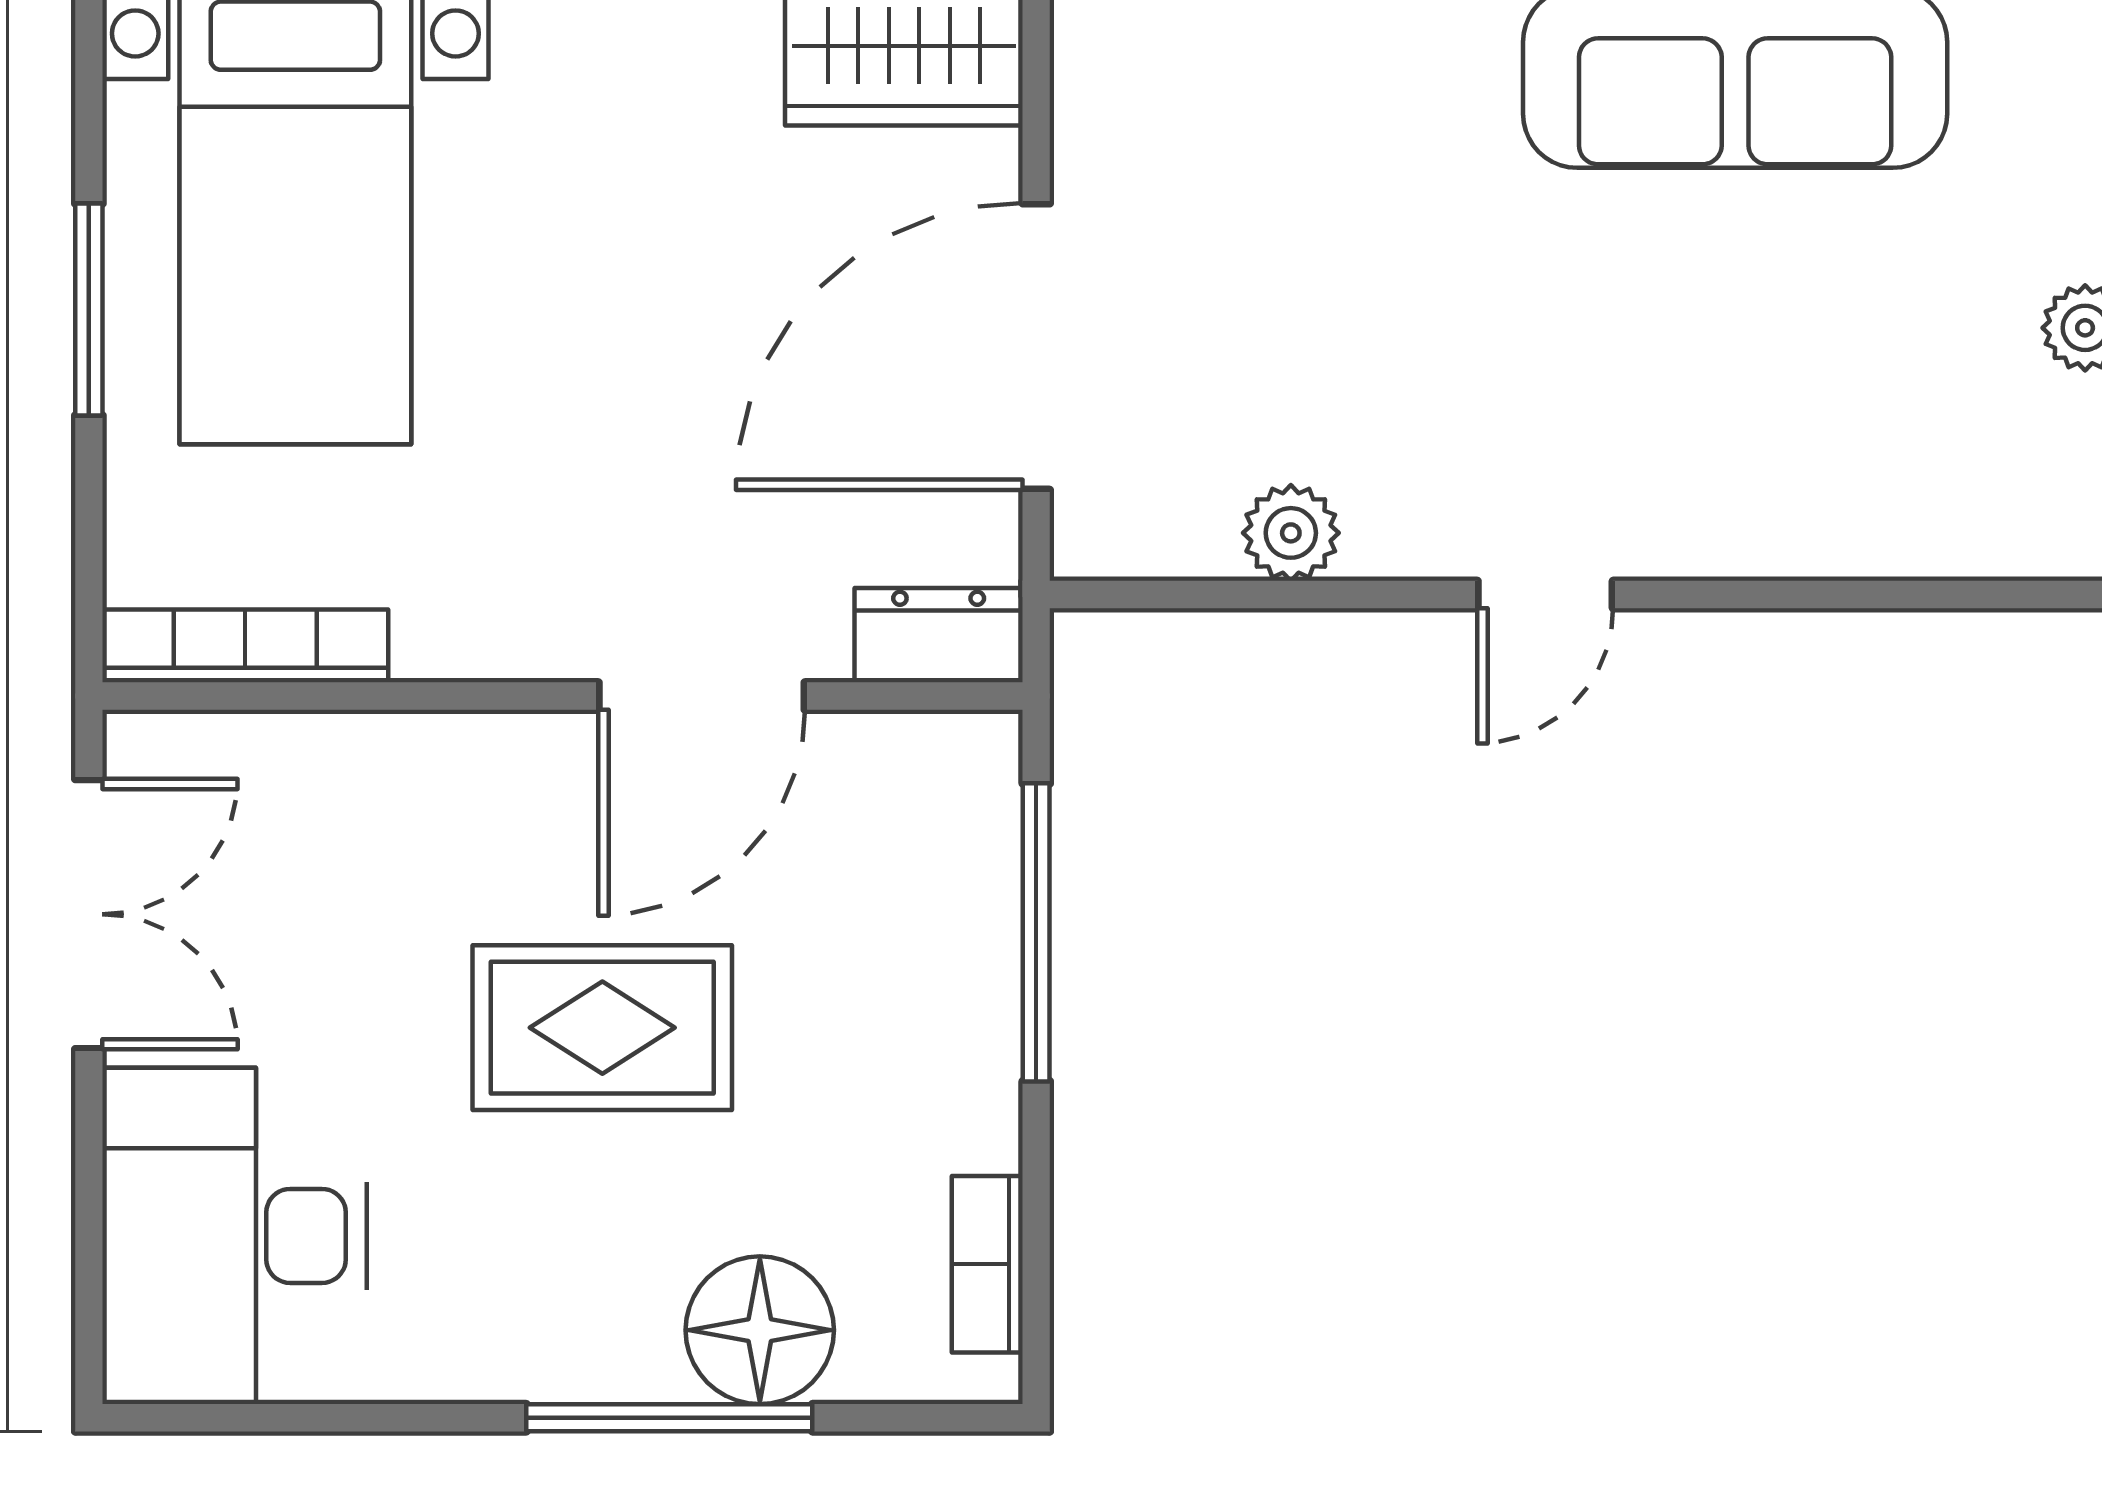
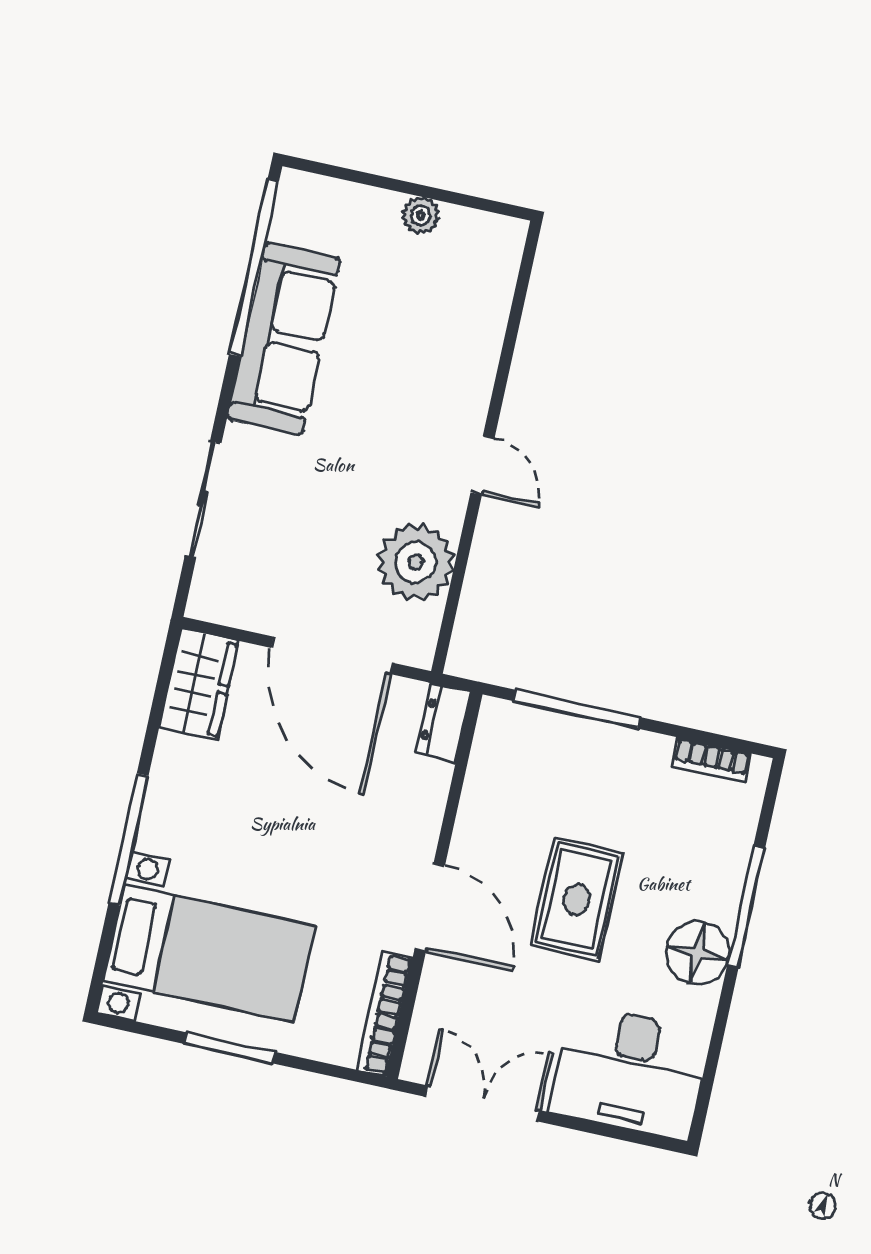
plant: (1291, 533) -> (416, 562), width x1.88, depth x1.88
door: (702, 696) -> (430, 907), moved
floor lamp: (760, 1330) -> (698, 953), moved

